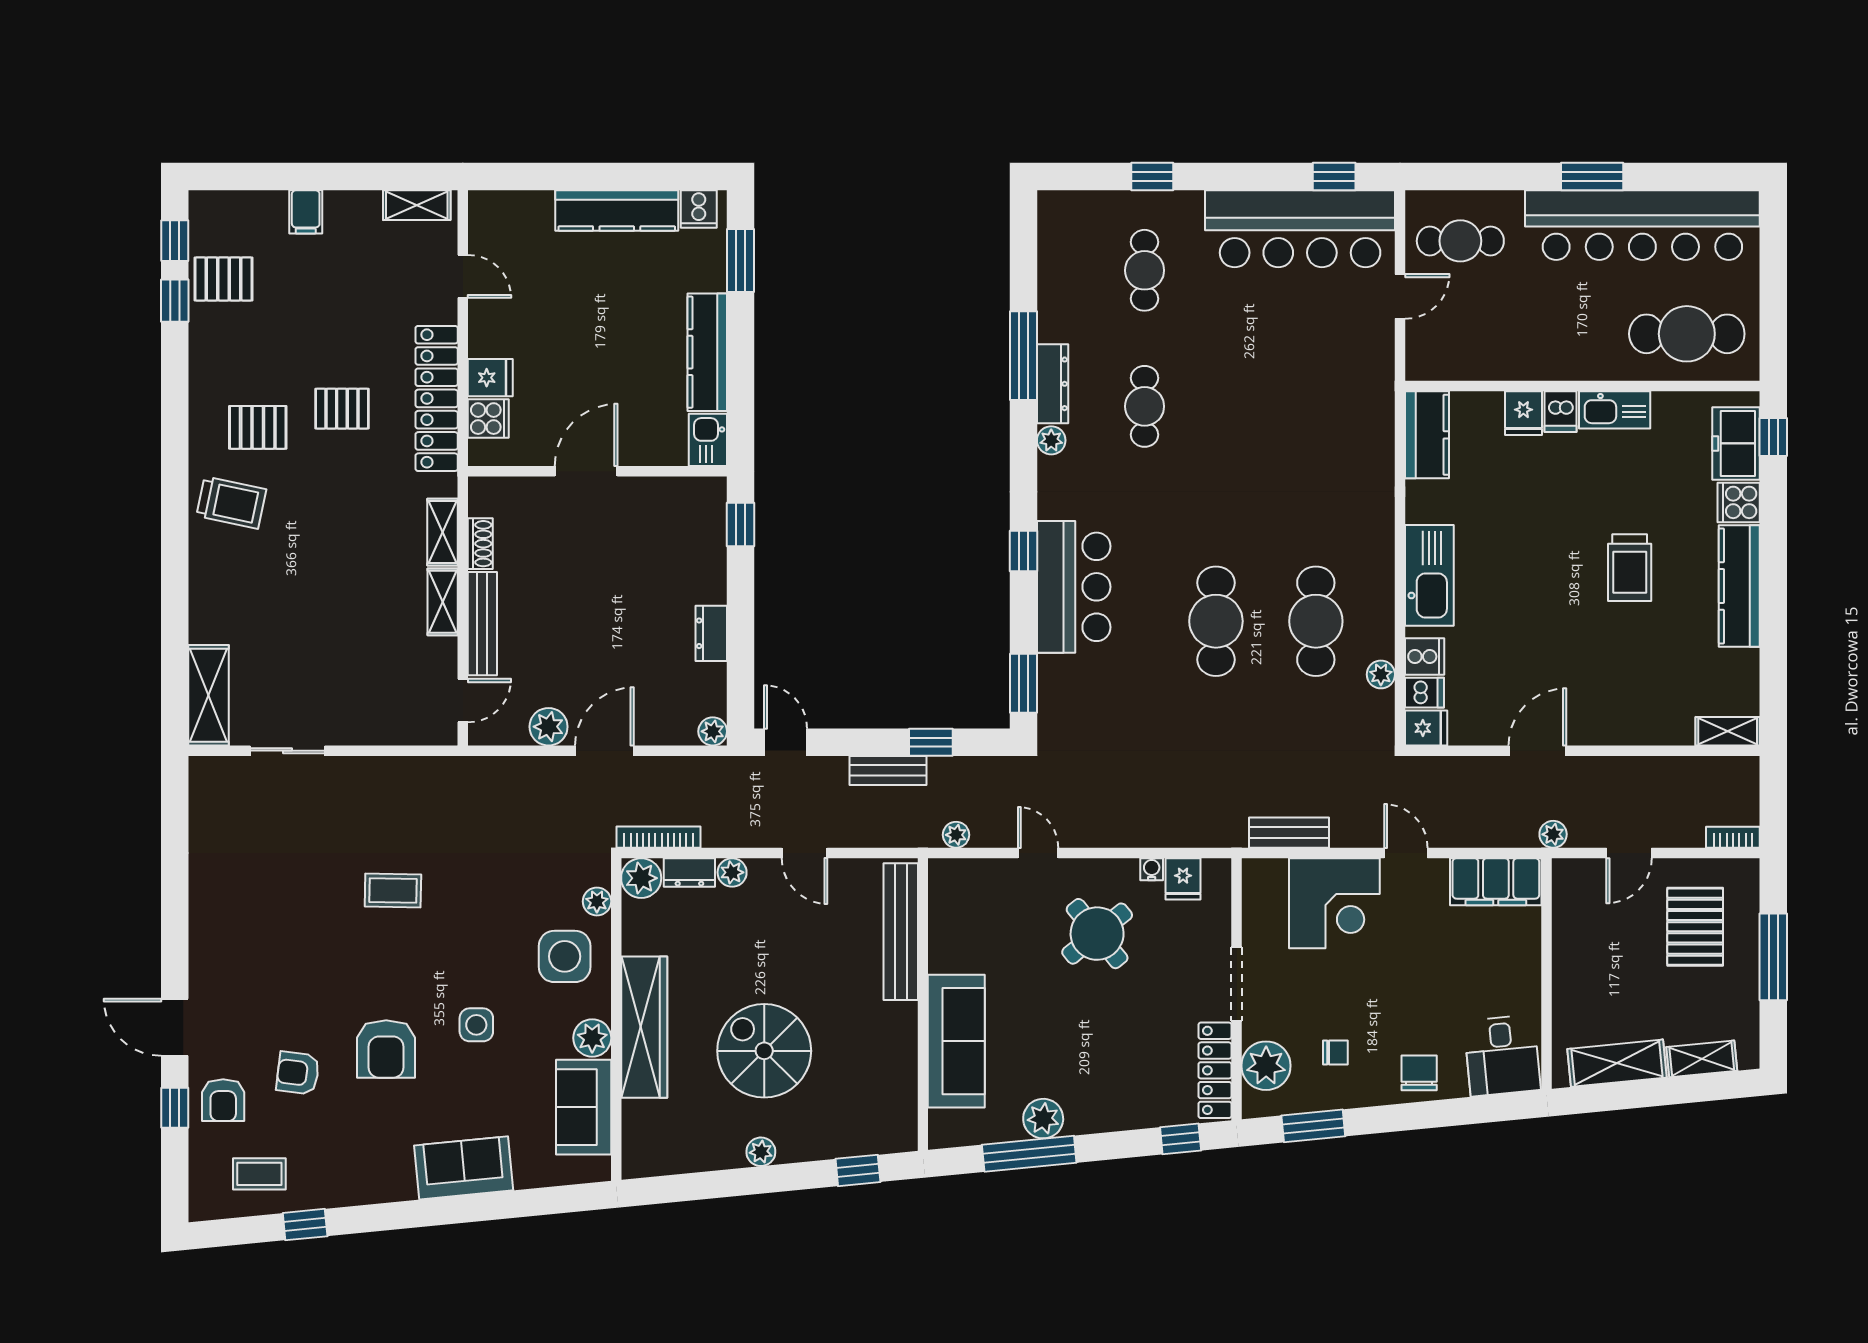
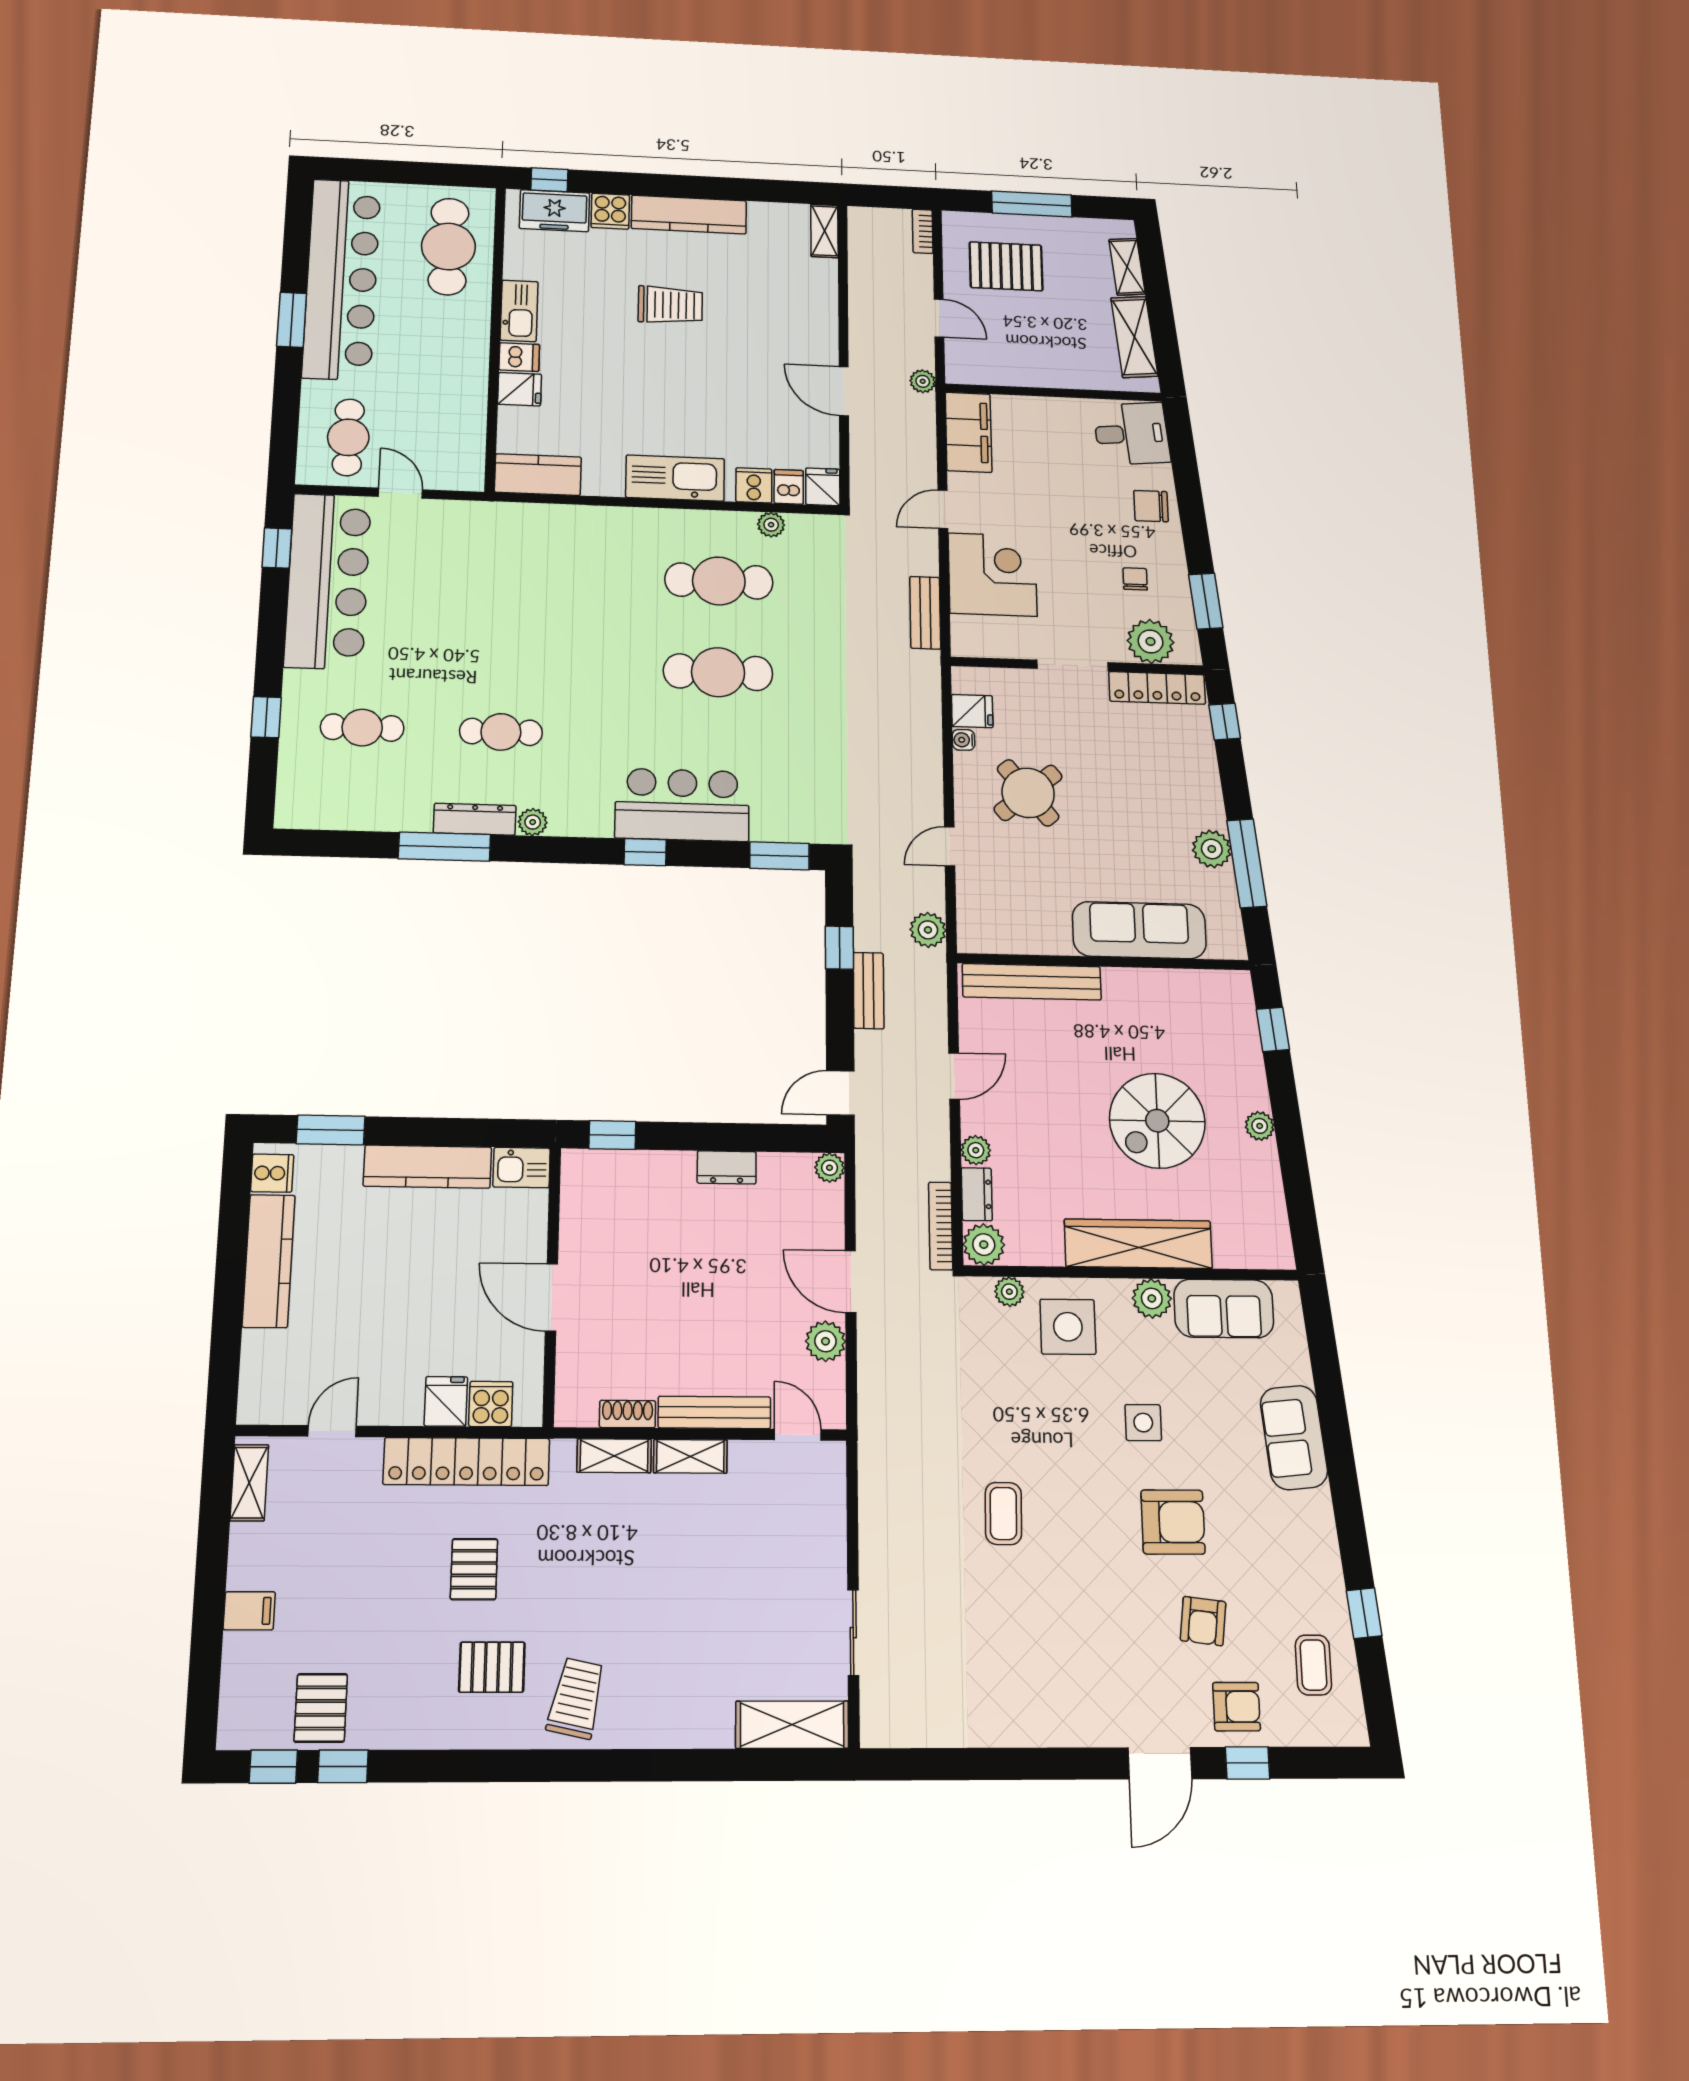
pallet: (258, 427) -> (492, 1667), turned 90
plant: (956, 835) -> (928, 930), width x1.38, depth x1.38

